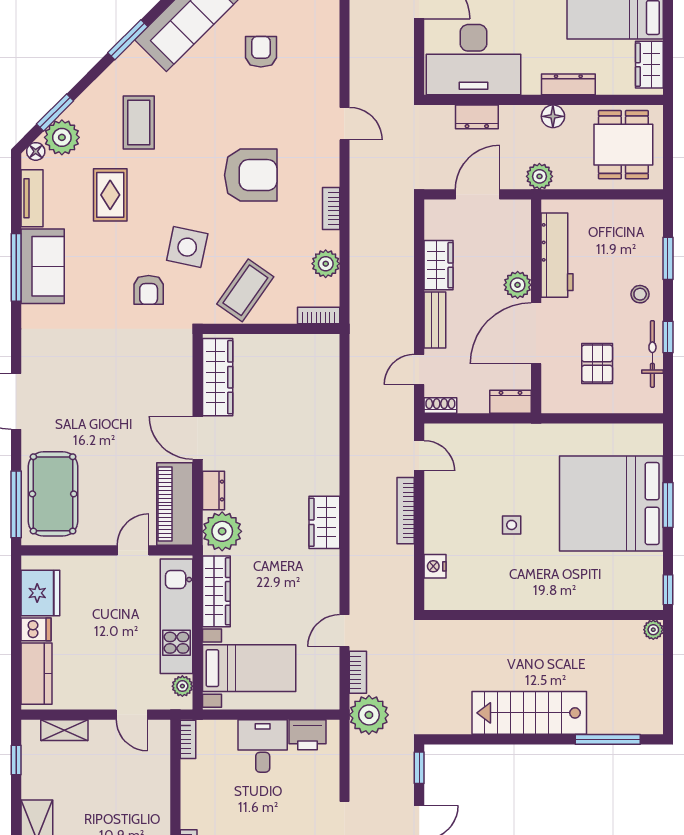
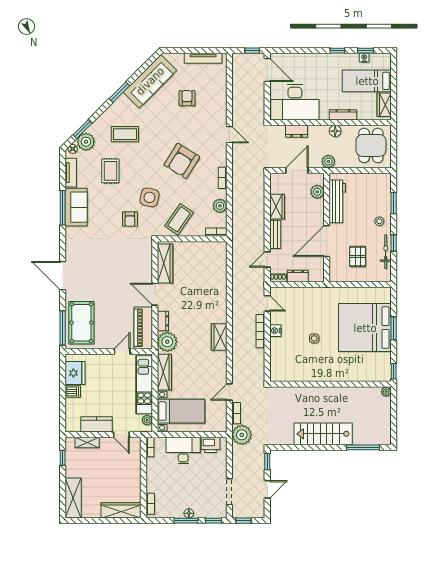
coffee table: (139, 122) -> (125, 134), turned 90
armchair: (251, 175) -> (182, 161), turned 122
plant: (518, 285) -> (317, 192), moved
dresser: (510, 402) -> (298, 276), moved
nightstand: (435, 566) -> (275, 331), moved
kitchen counter: (36, 674) -> (96, 424), moved, turned -90
desk: (263, 746) -> (183, 451), width x1.37

